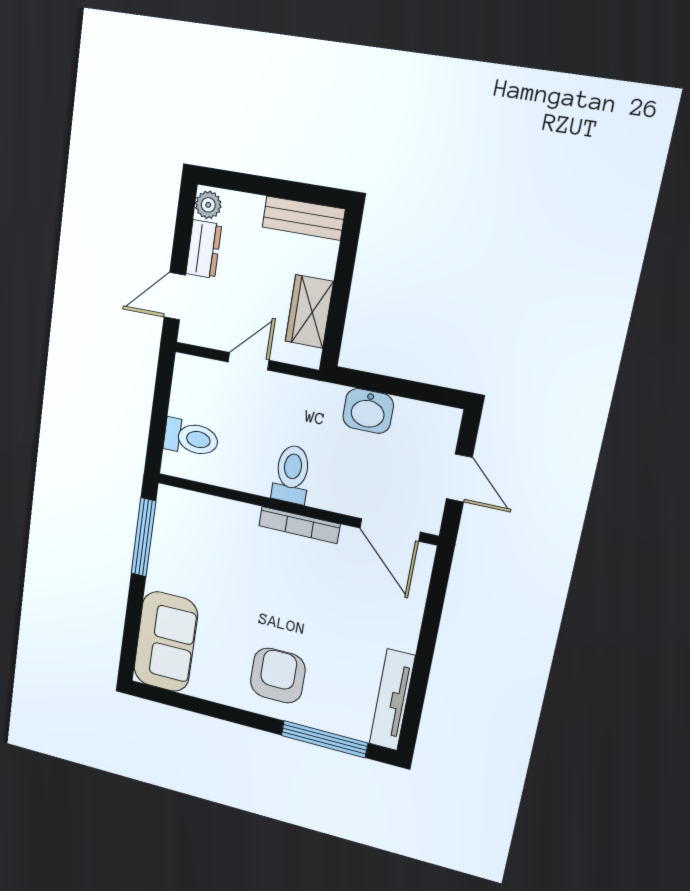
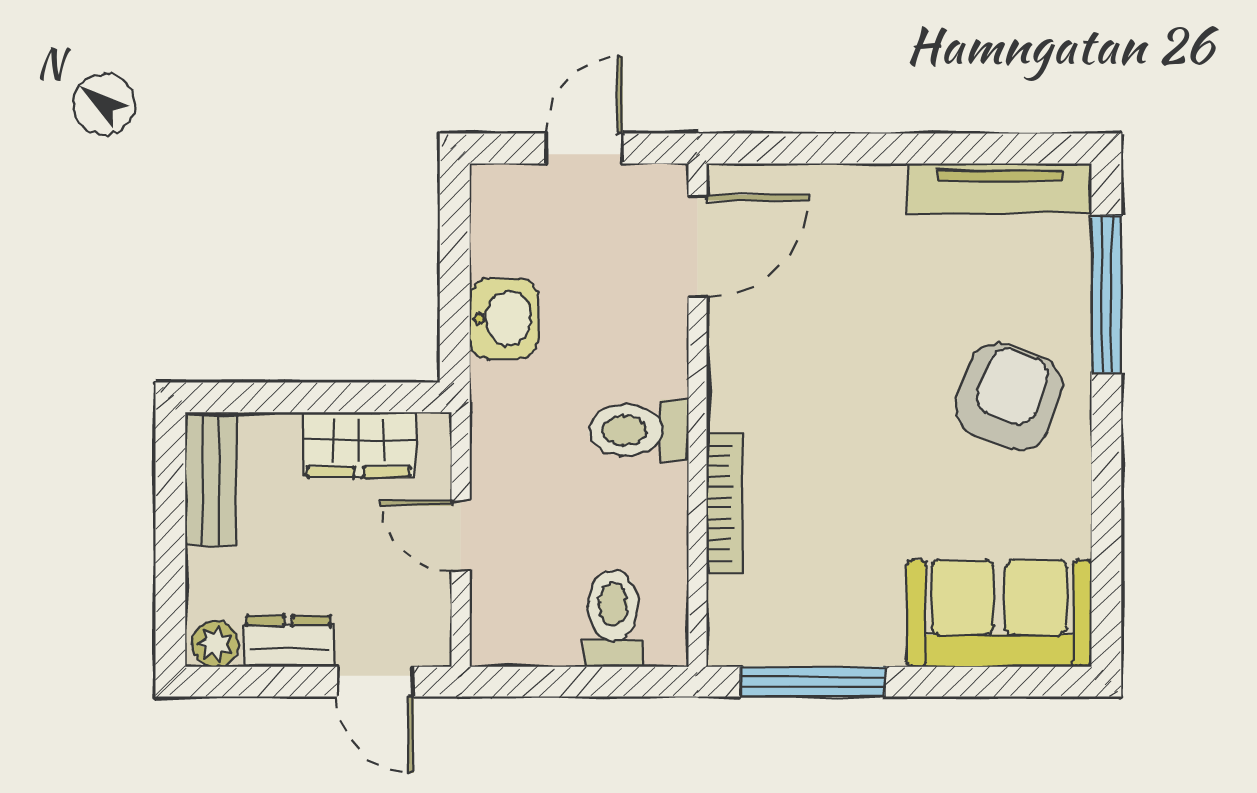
bookcase: (299, 525) -> (725, 503), moved
armchair: (278, 676) -> (1009, 397), turned 110

